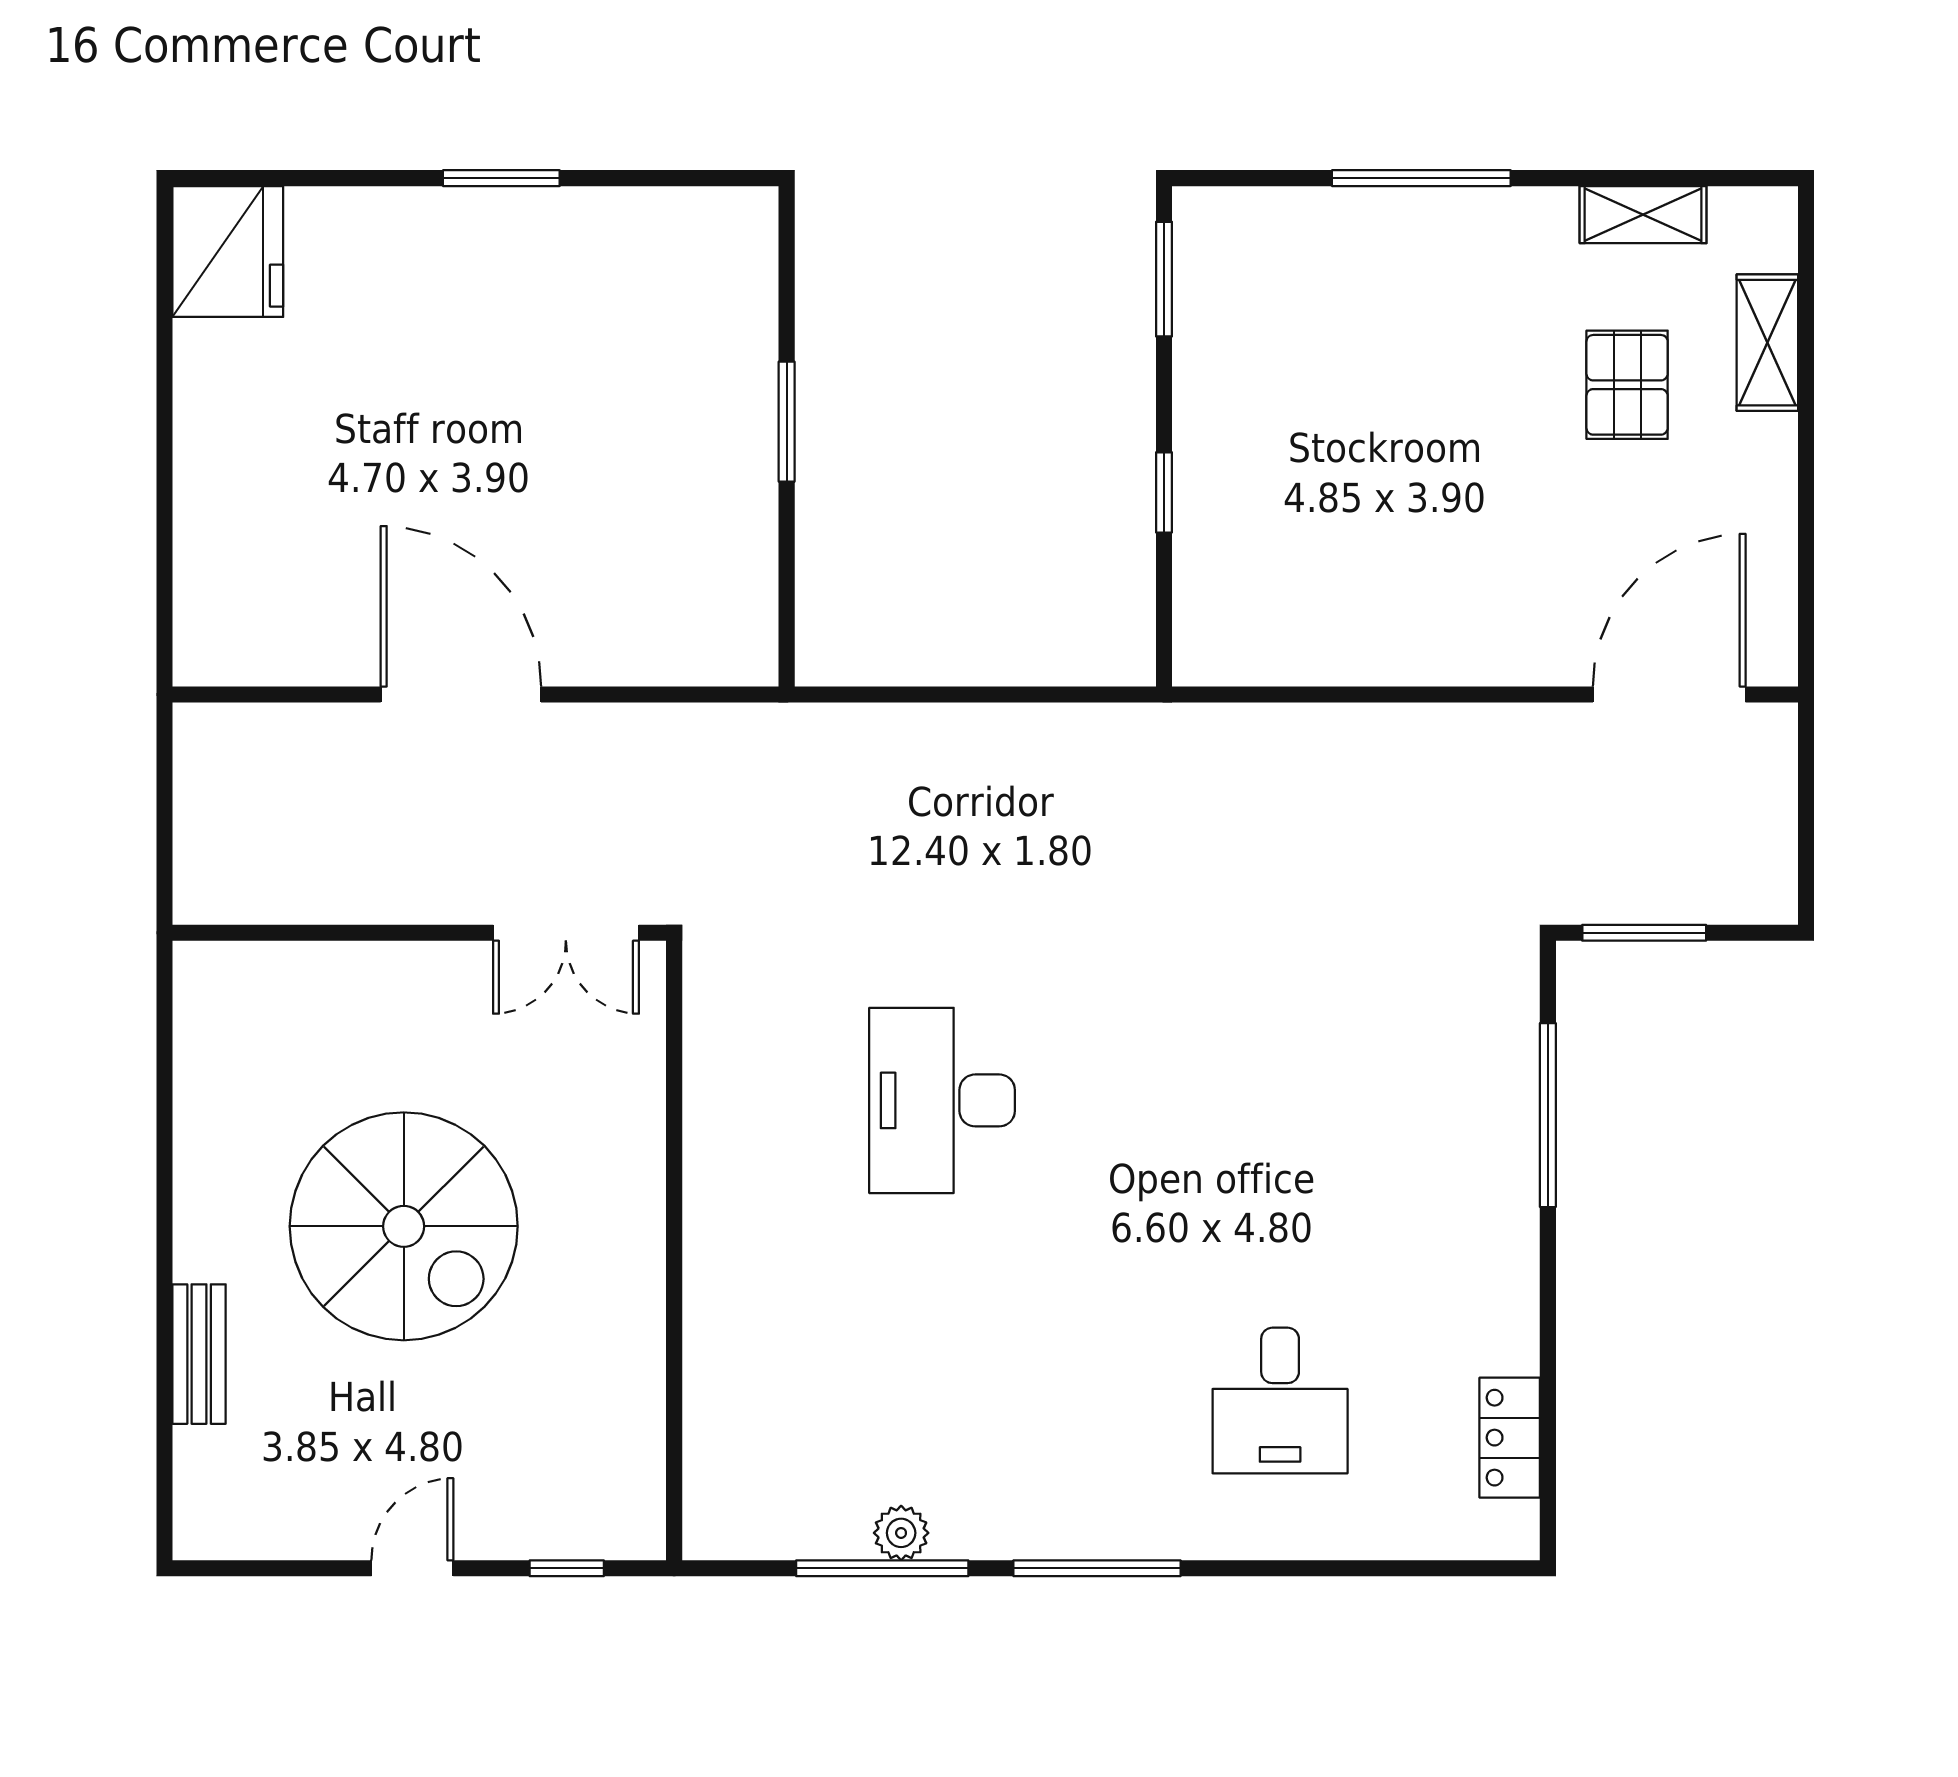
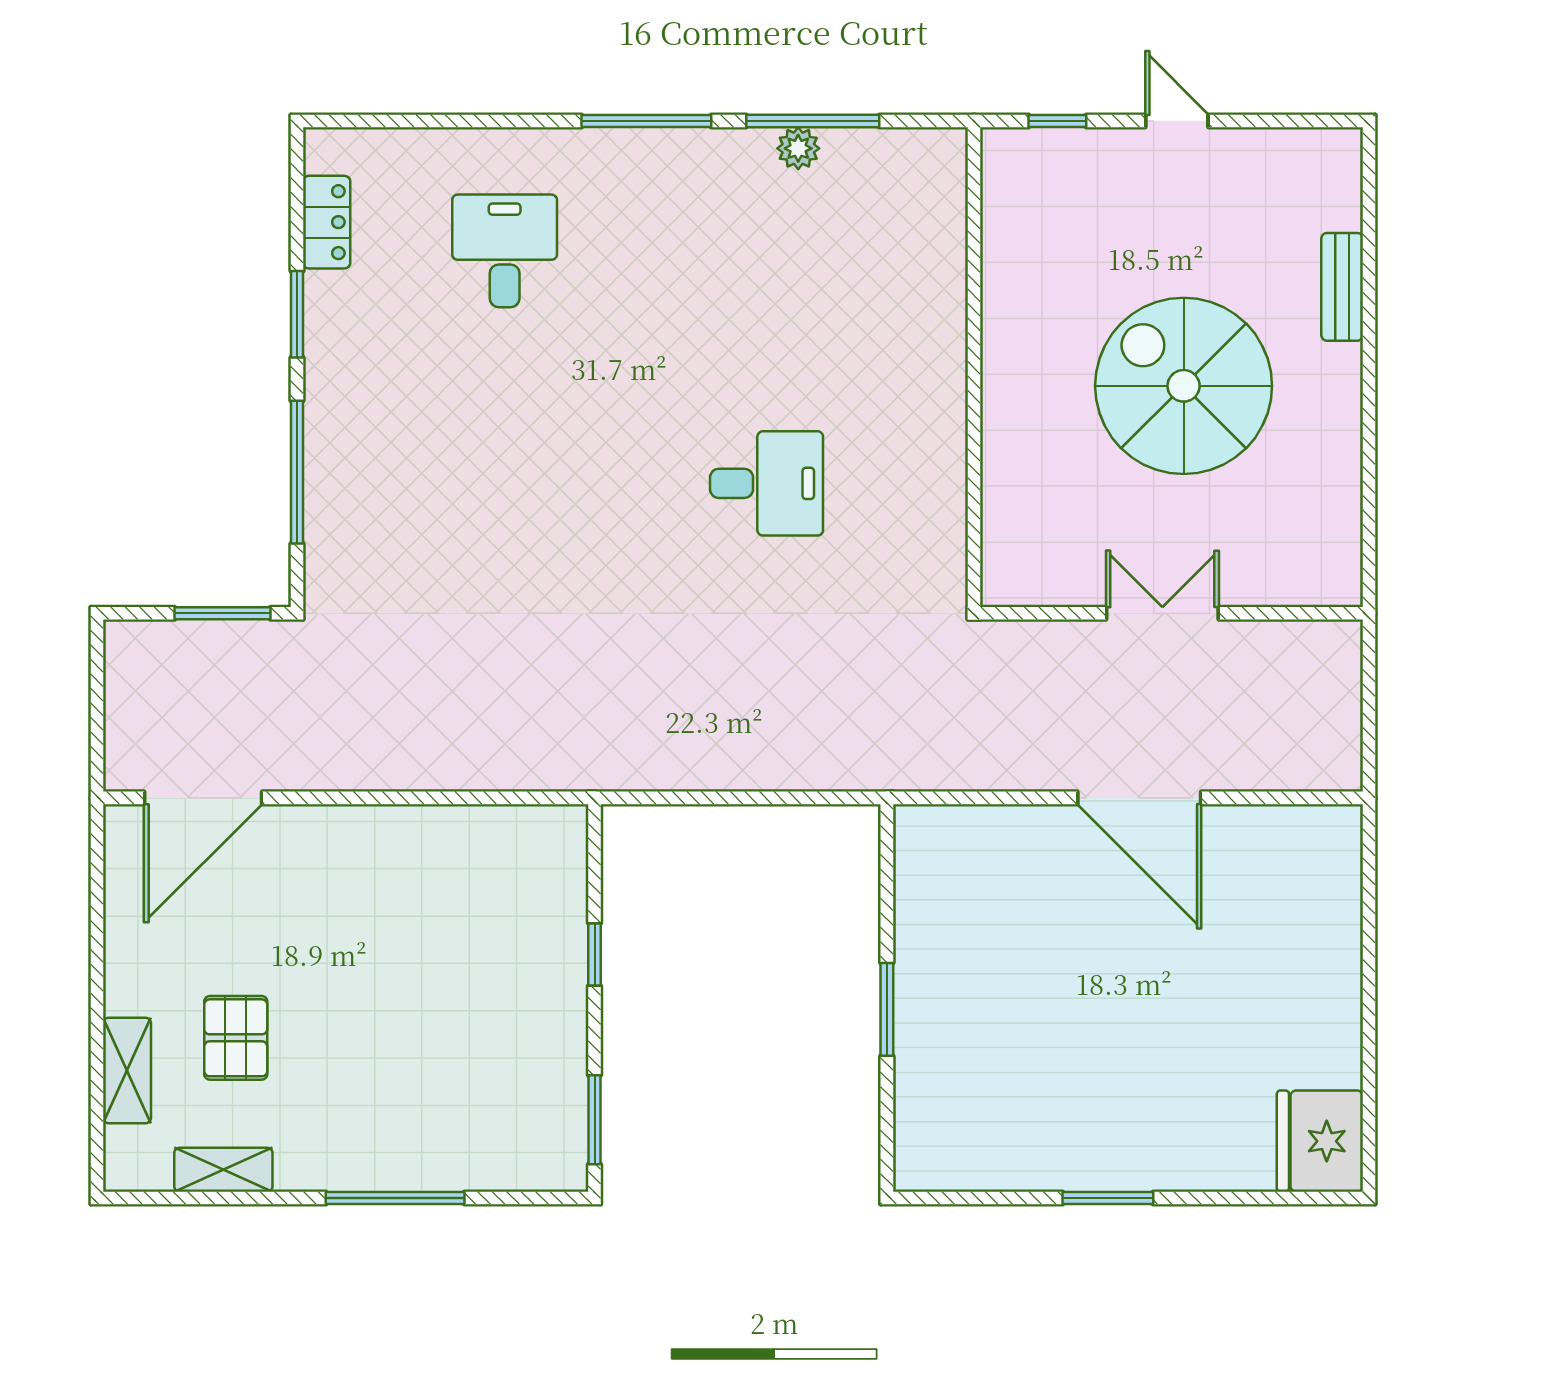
double door: (566, 933) -> (1162, 613), moved
desk: (942, 1100) -> (766, 483), width x0.73
window: (1548, 1319) -> (297, 314), added
door: (412, 1568) -> (1177, 121), swing flipped

